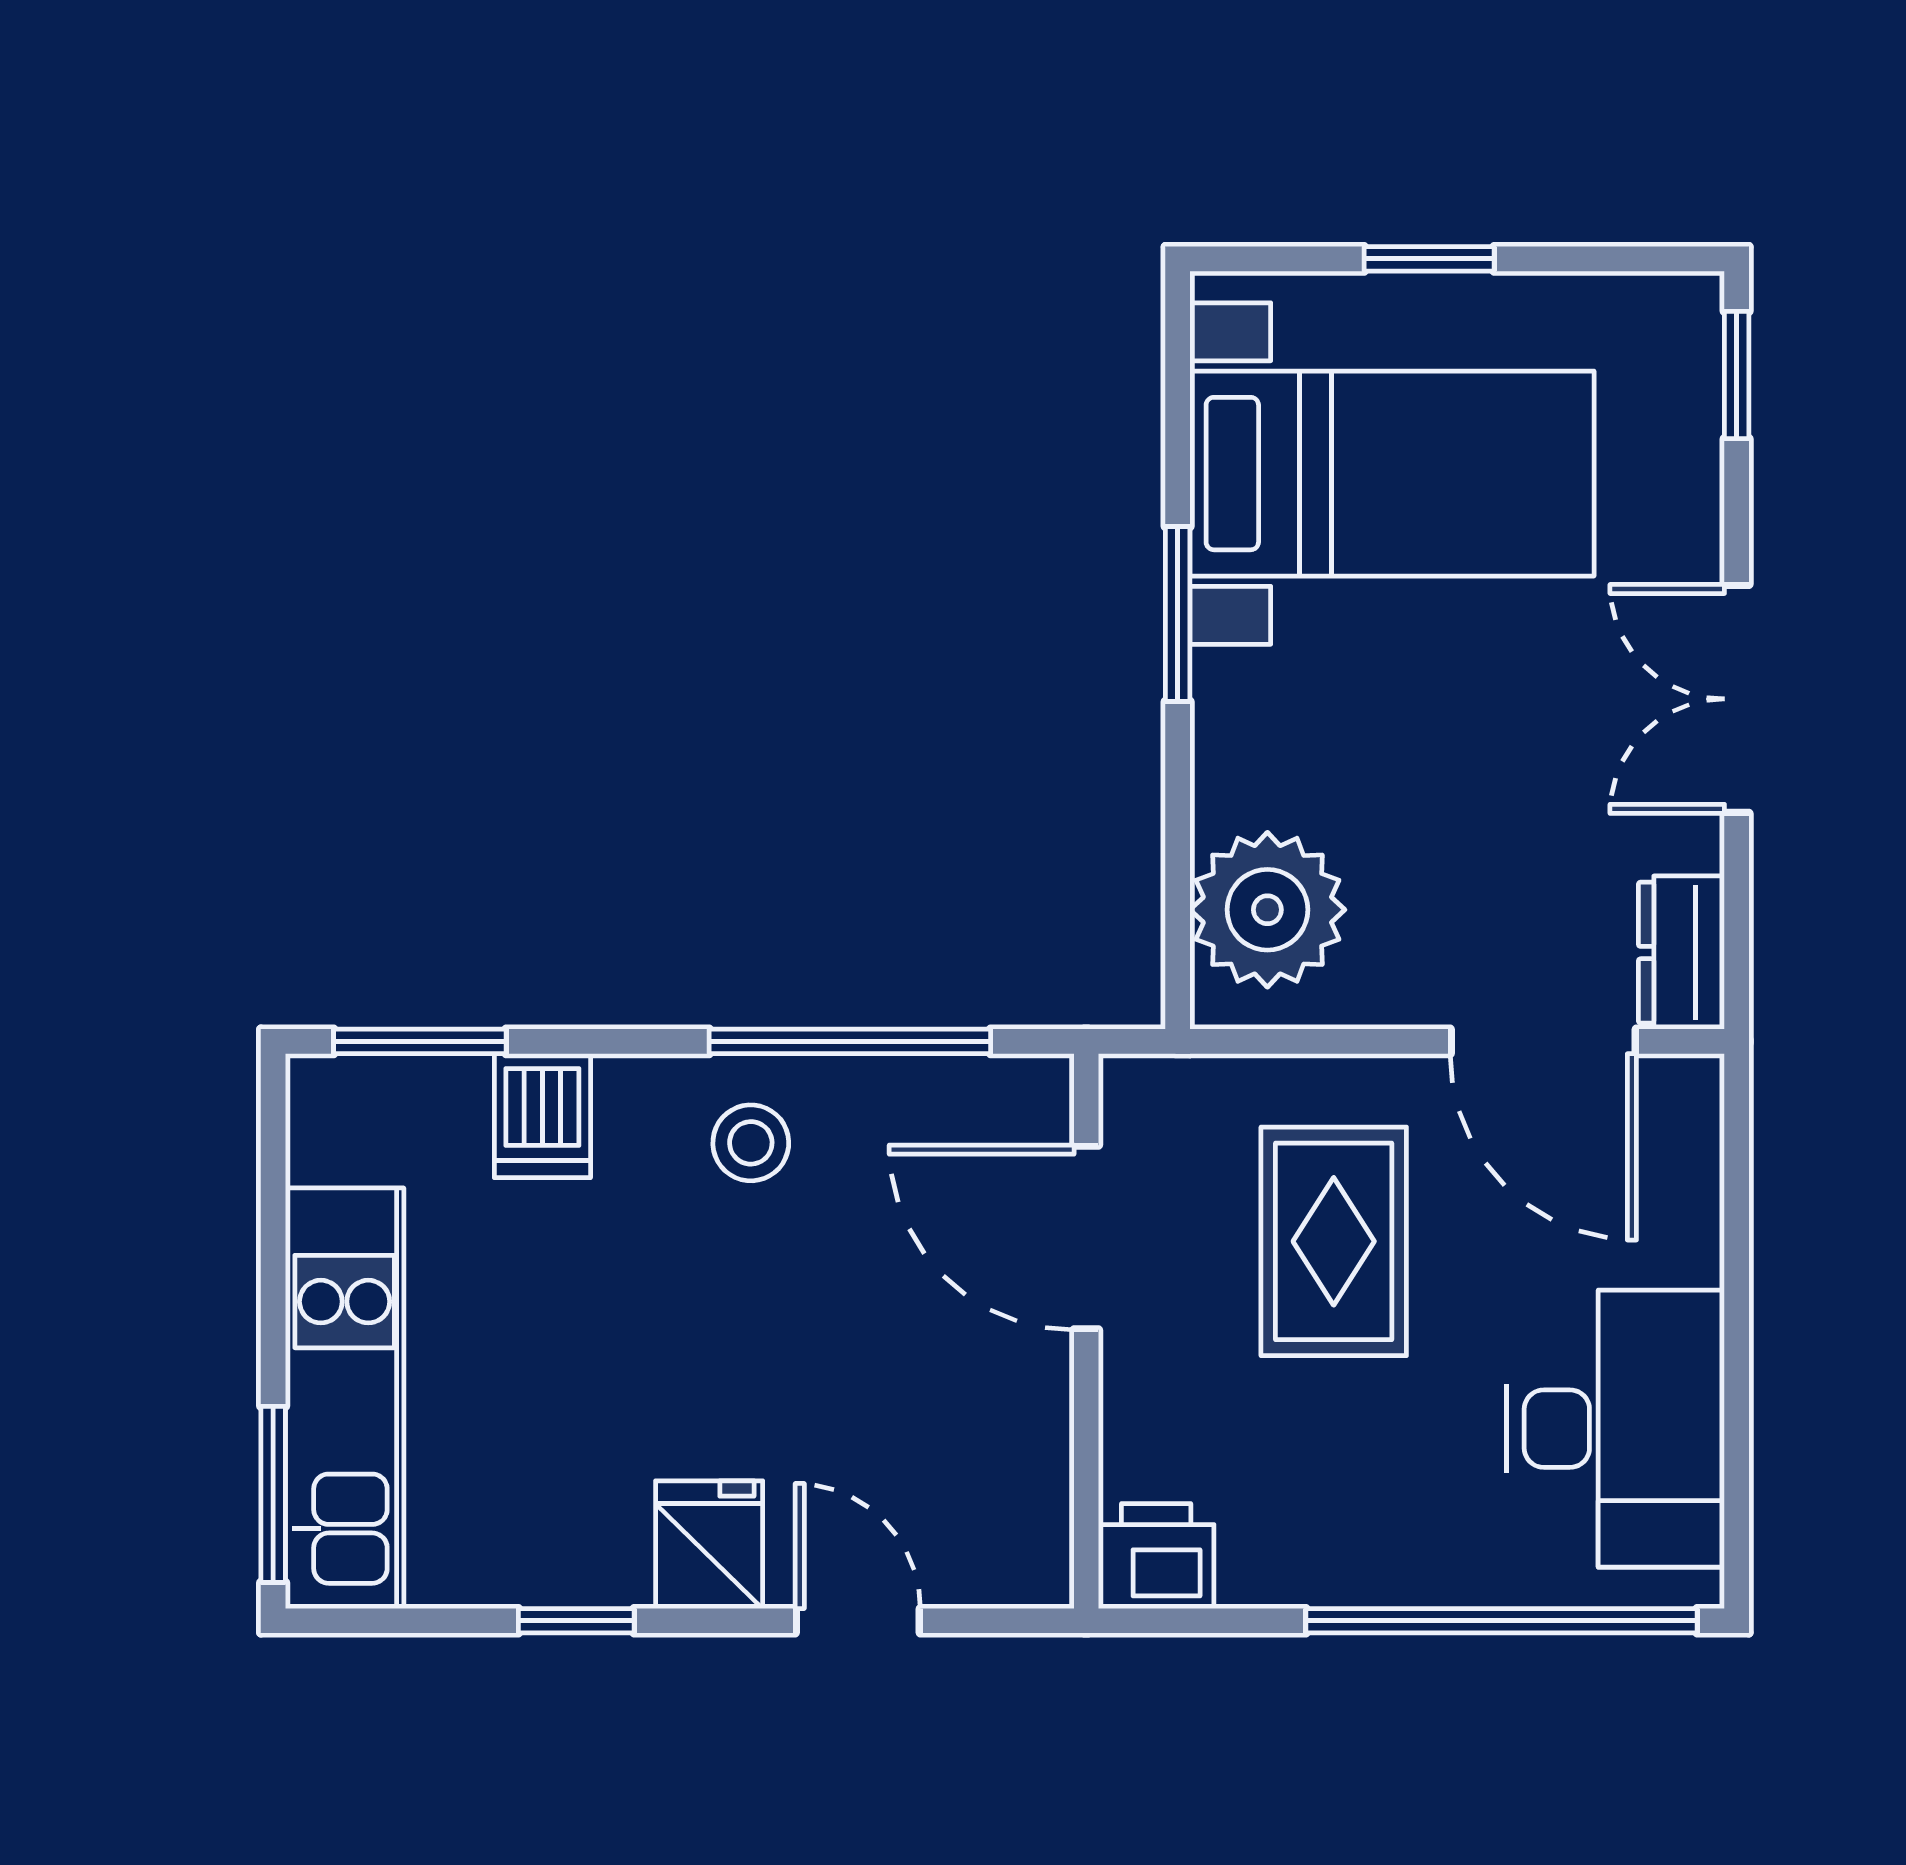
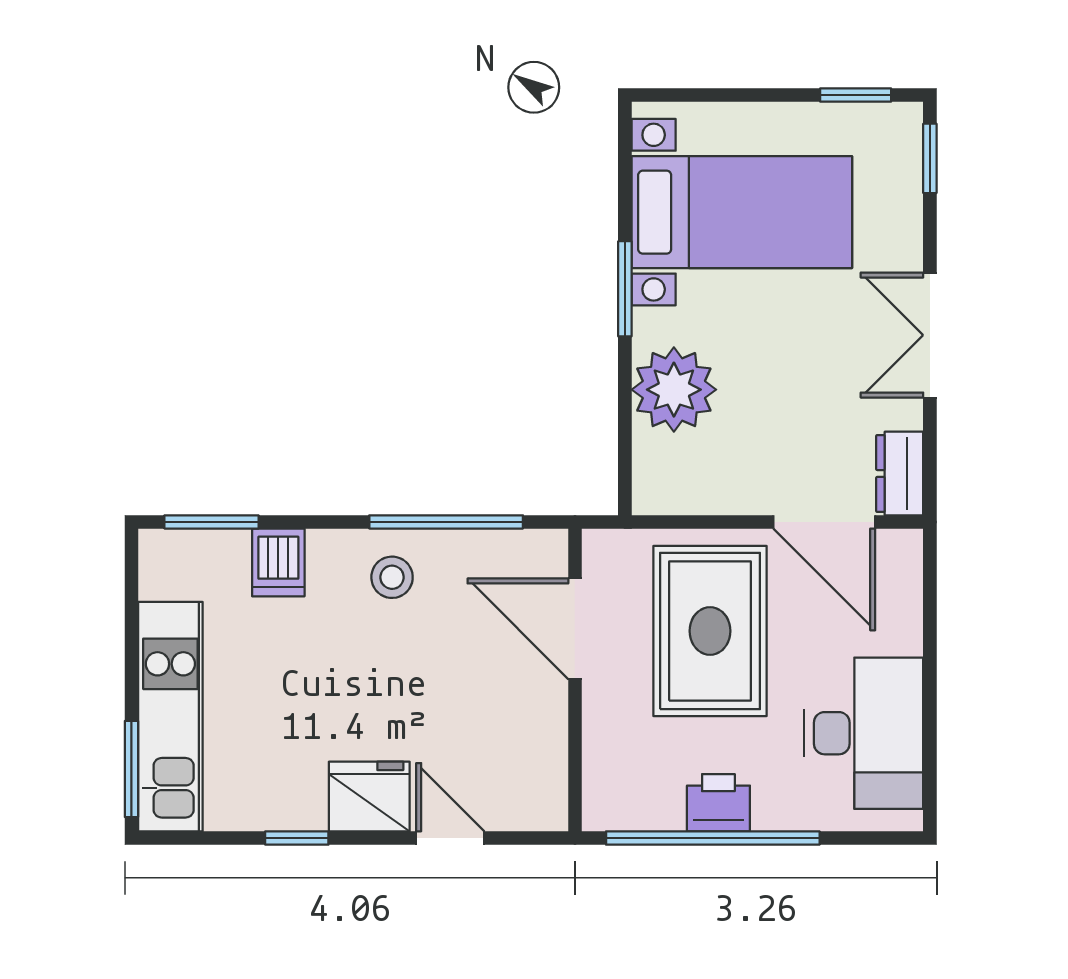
window: (1429, 259) -> (856, 95), moved
plant: (1267, 910) -> (674, 390), moved
rug: (1334, 1241) -> (710, 631), width x1.36, depth x1.43
fridge: (709, 1545) -> (369, 797), width x1.38
printer: (1156, 1556) -> (718, 803), moved
window: (1502, 1621) -> (713, 838), moved

